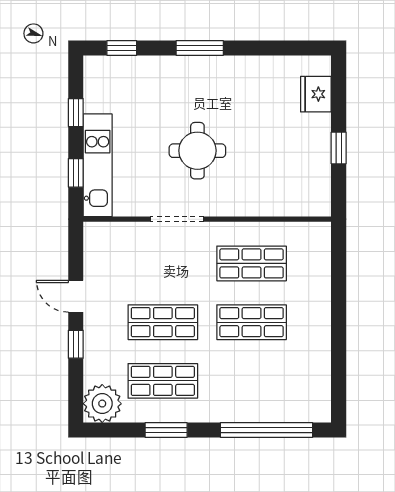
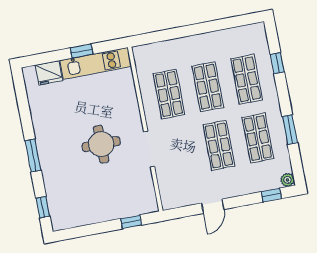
window: (76, 113) -> (91, 229), removed
kitchen unit: (98, 165) -> (96, 63), moved, turned 180
window: (76, 344) -> (271, 195), moved
shop shelf: (252, 381) -> (247, 79), added
plant: (102, 404) -> (287, 180), width x0.53, depth x0.53
window: (266, 430) -> (277, 63), width x0.32

